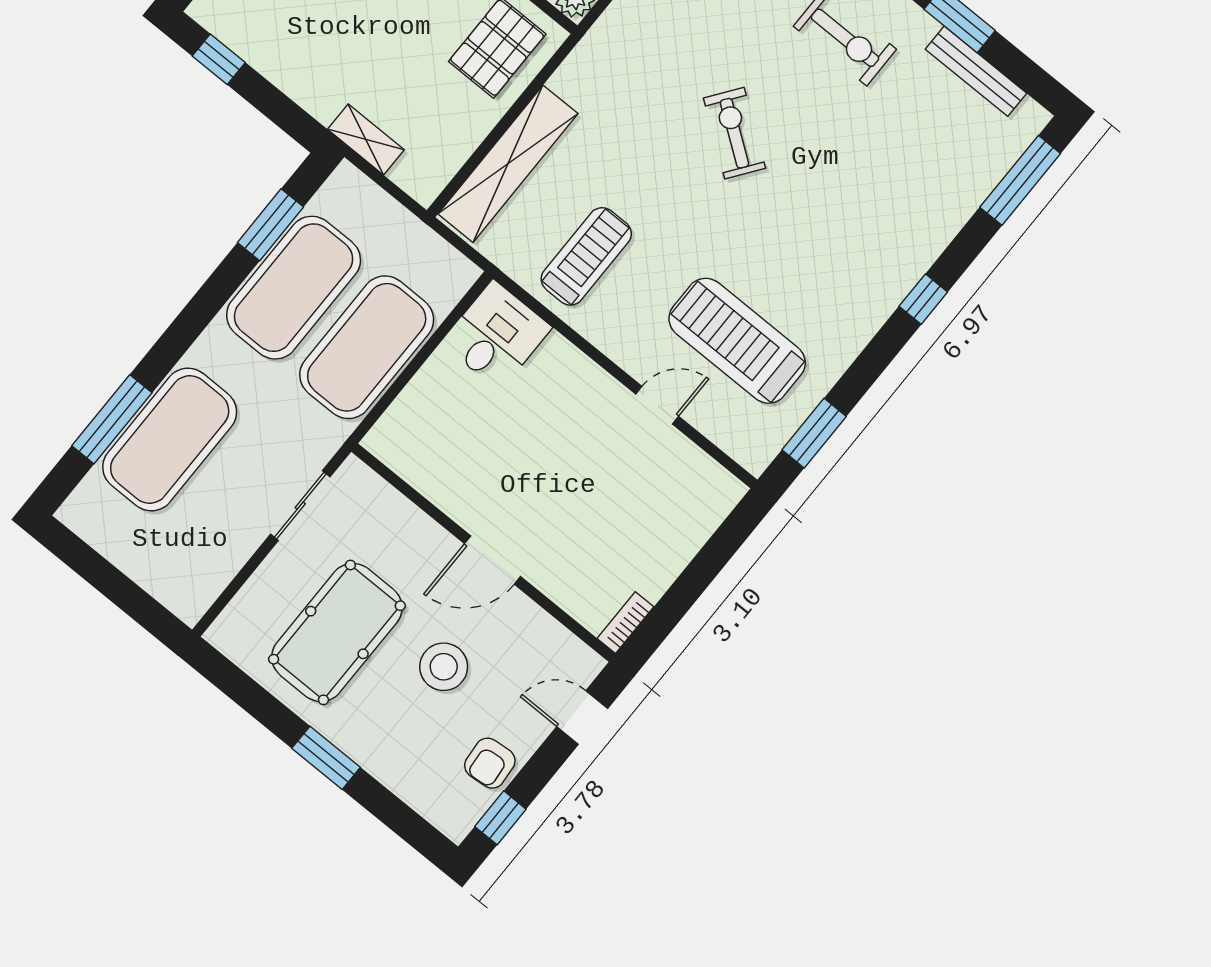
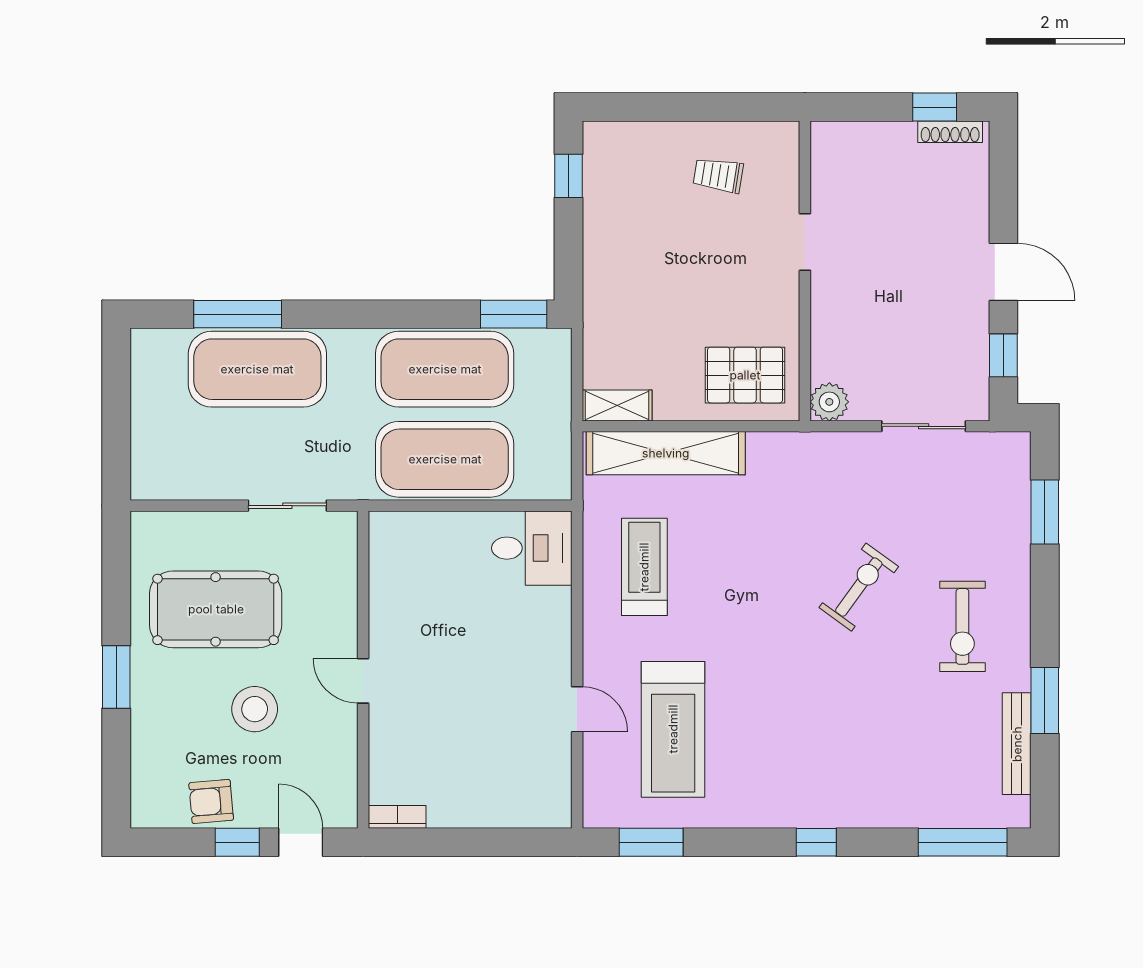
exercise bike: (734, 133) -> (859, 587), moved
shelving: (366, 139) -> (617, 405), moved, turned 90
window: (270, 225) -> (514, 314), moved
treadmill: (586, 256) -> (644, 567), turned -90
treadmill: (737, 341) -> (673, 729), turned 180
door: (493, 560) -> (363, 681), width x0.73
window: (500, 818) -> (237, 842), moved

